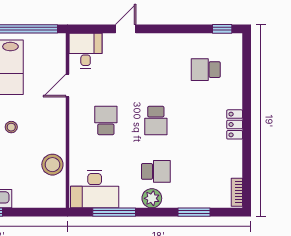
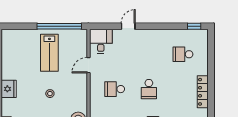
school desk: (106, 121) -> (115, 89), turned -90
locker: (235, 124) -> (203, 92), width x1.53

